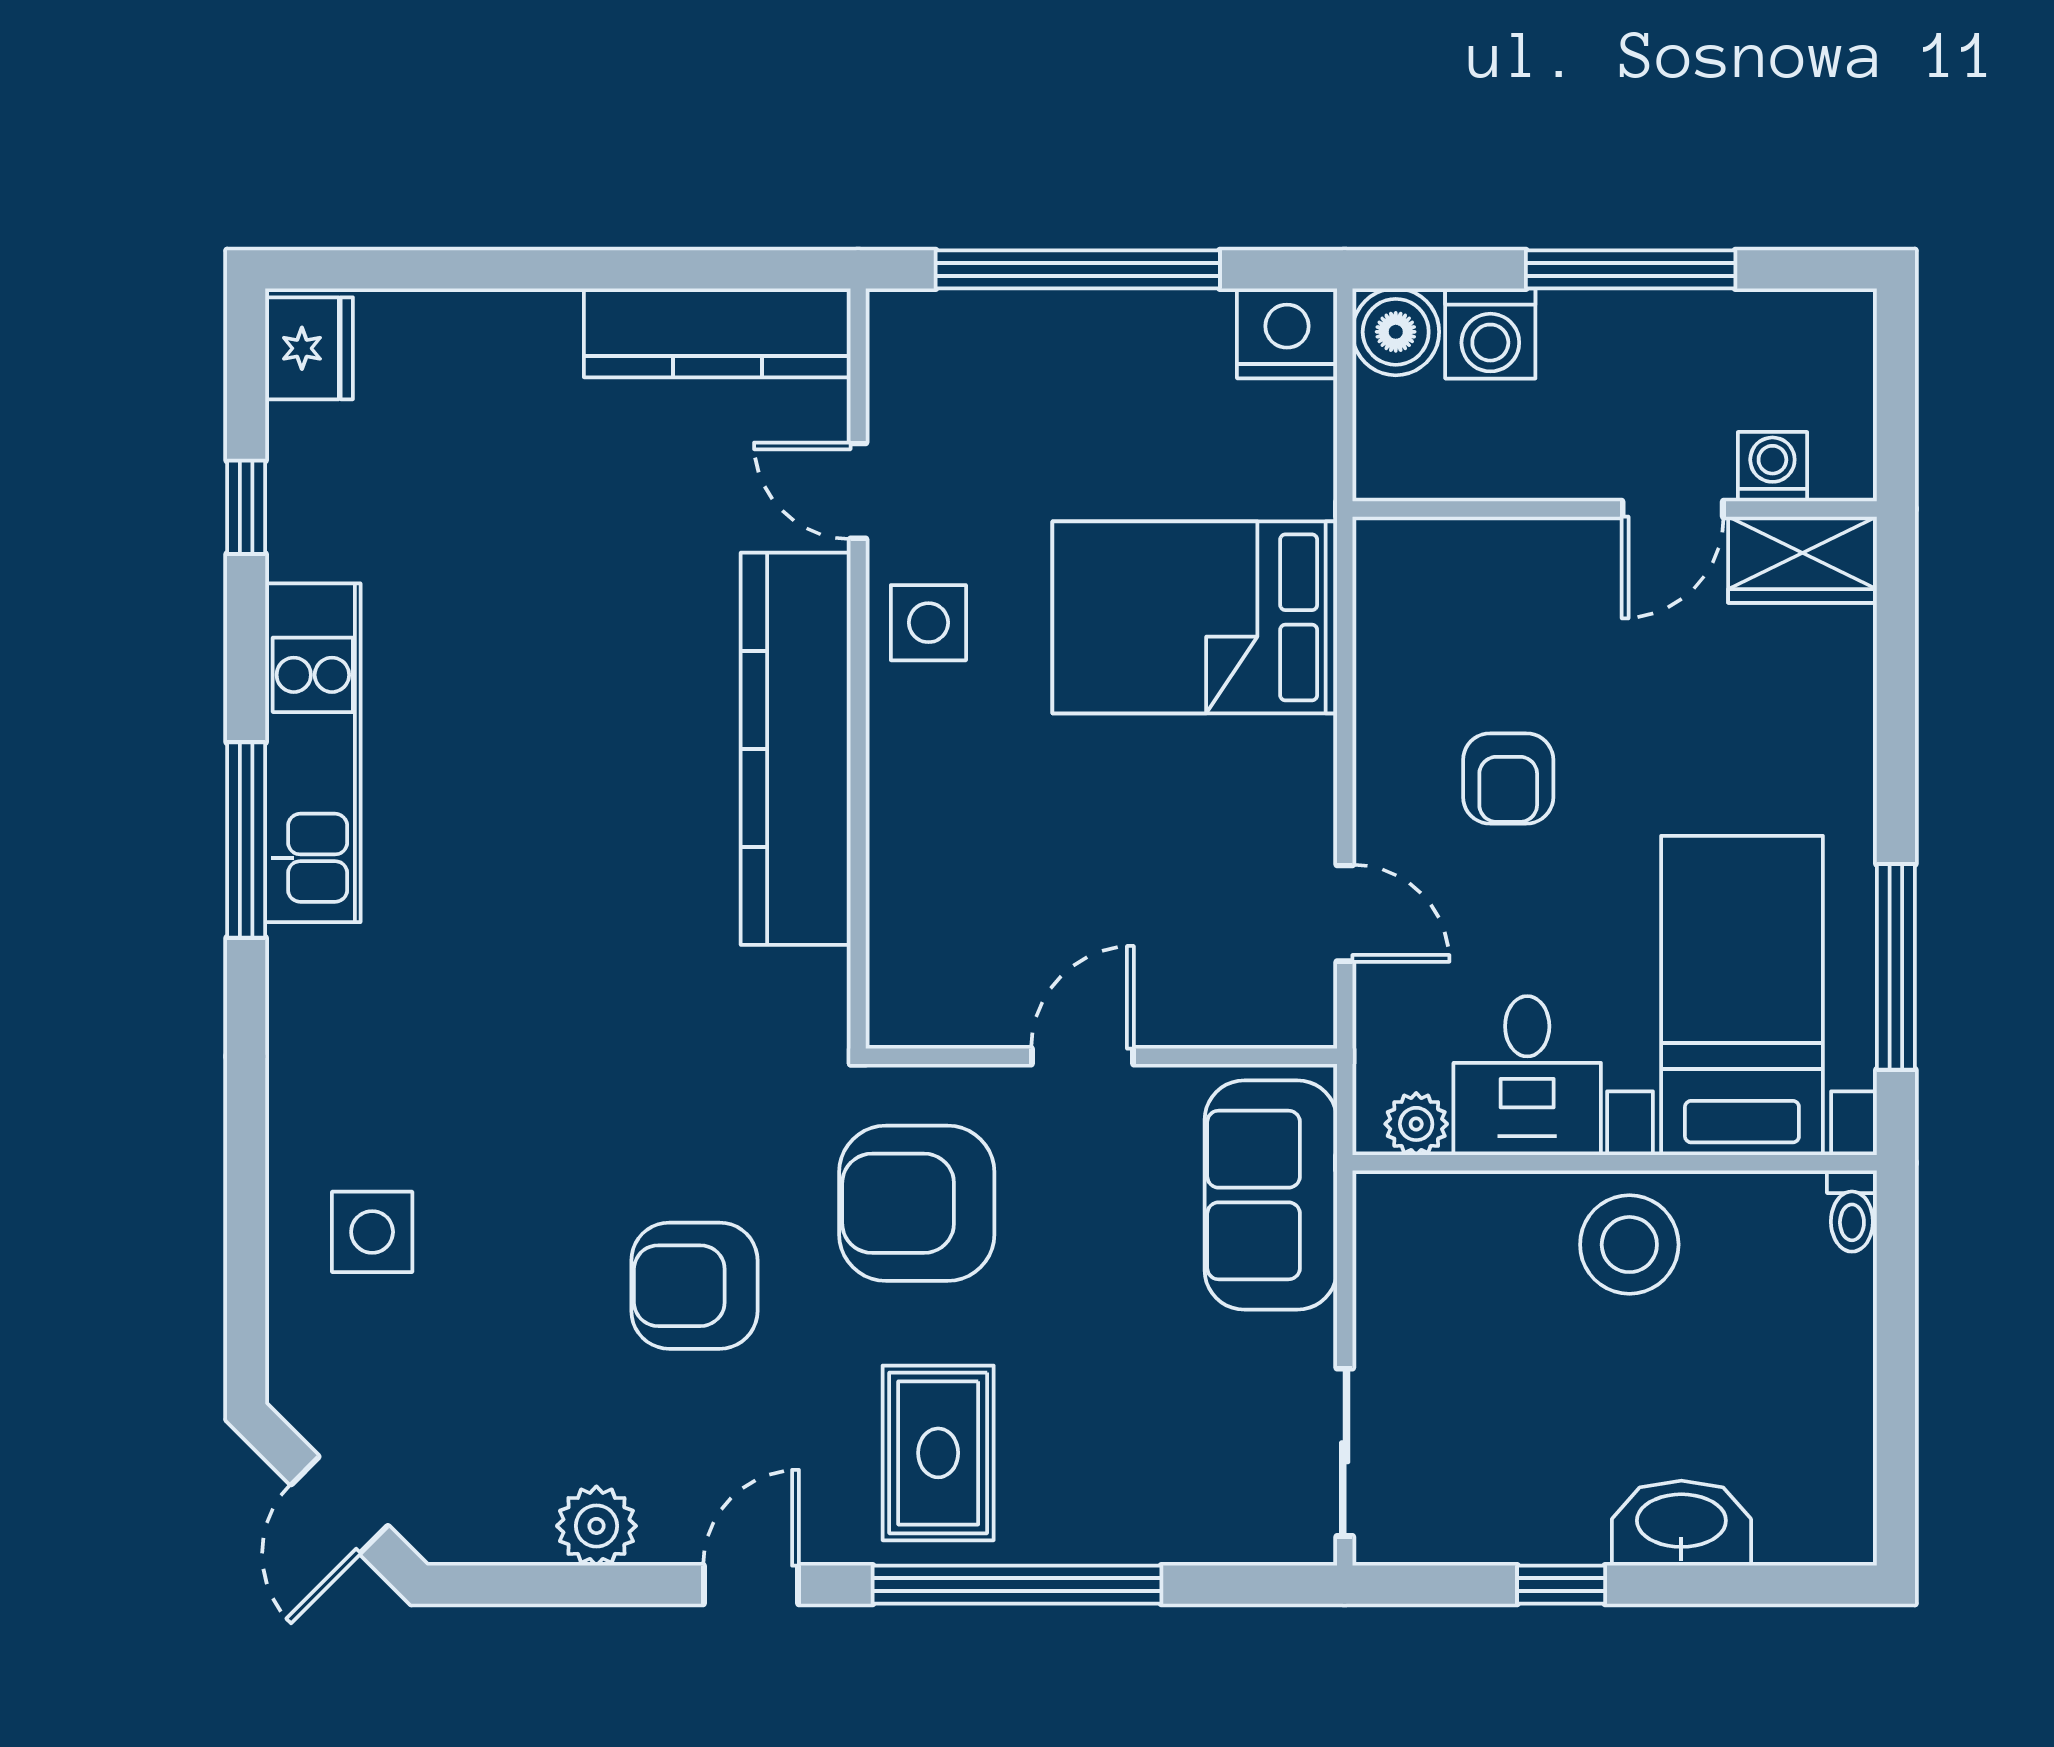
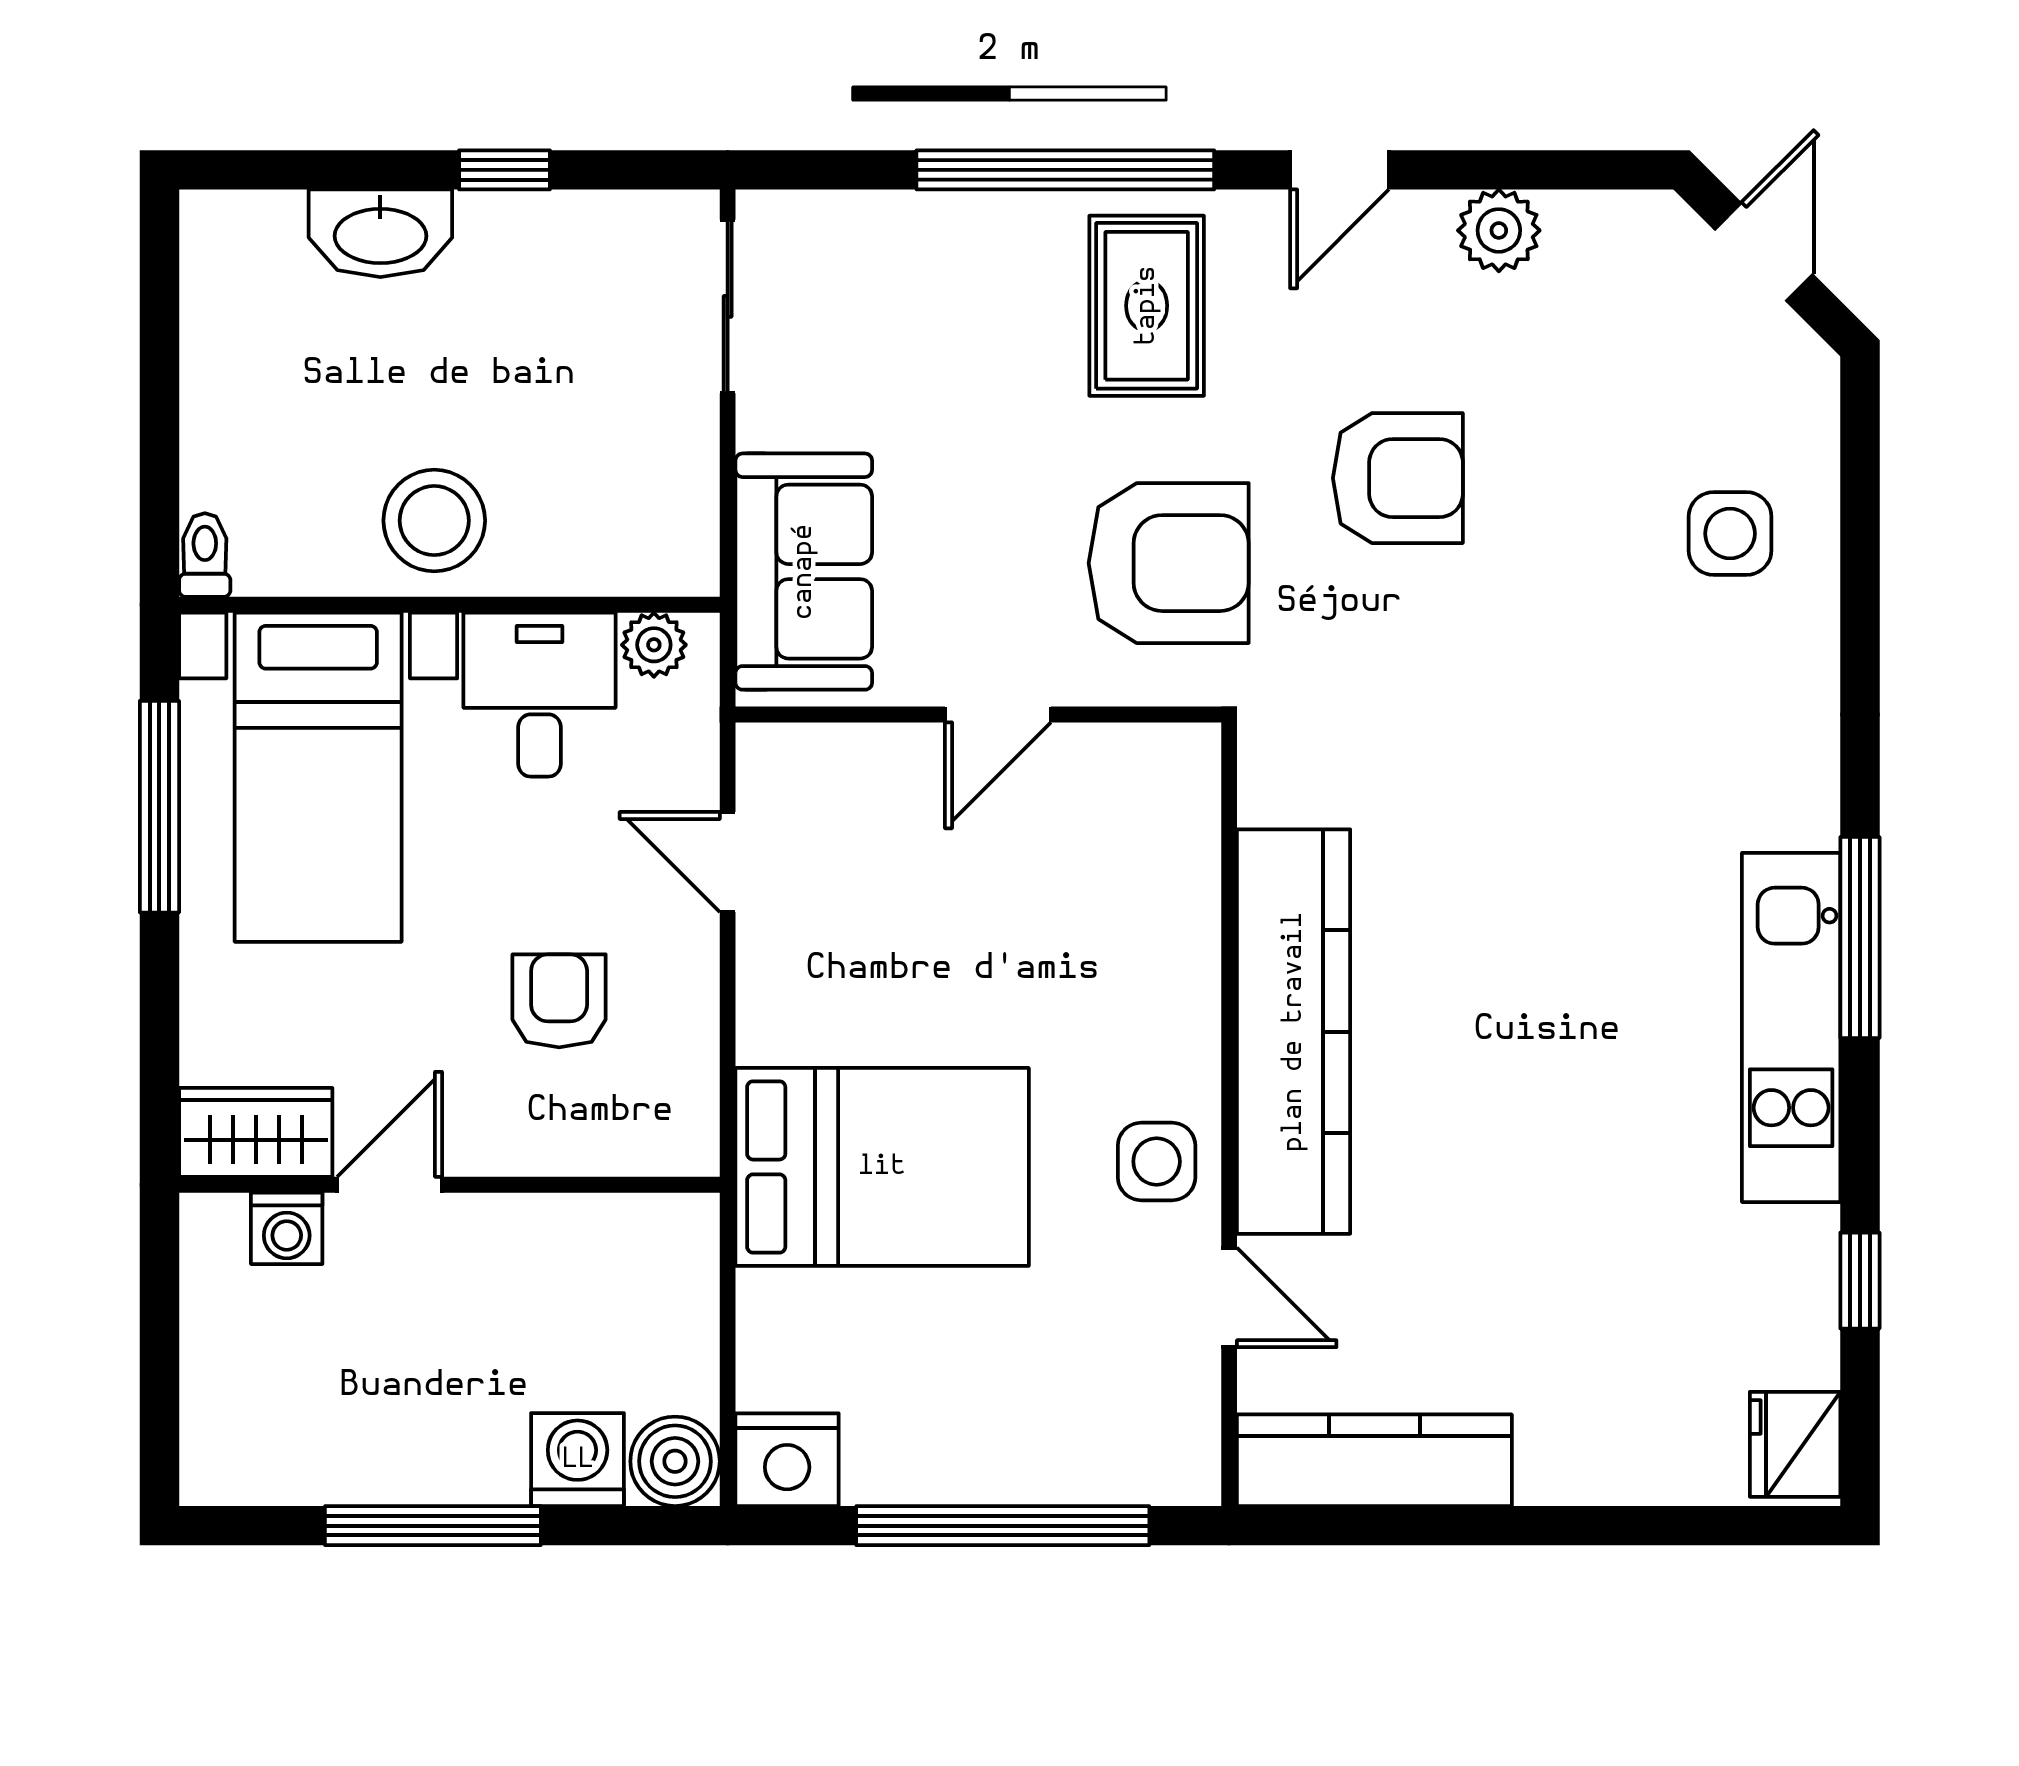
washing machine: (1772, 467) -> (287, 1228), moved
wall: (1615, 509) -> (449, 1185), moved
door: (1673, 509) -> (390, 1185), moved
wardrobe: (1802, 560) -> (256, 1132), moved

